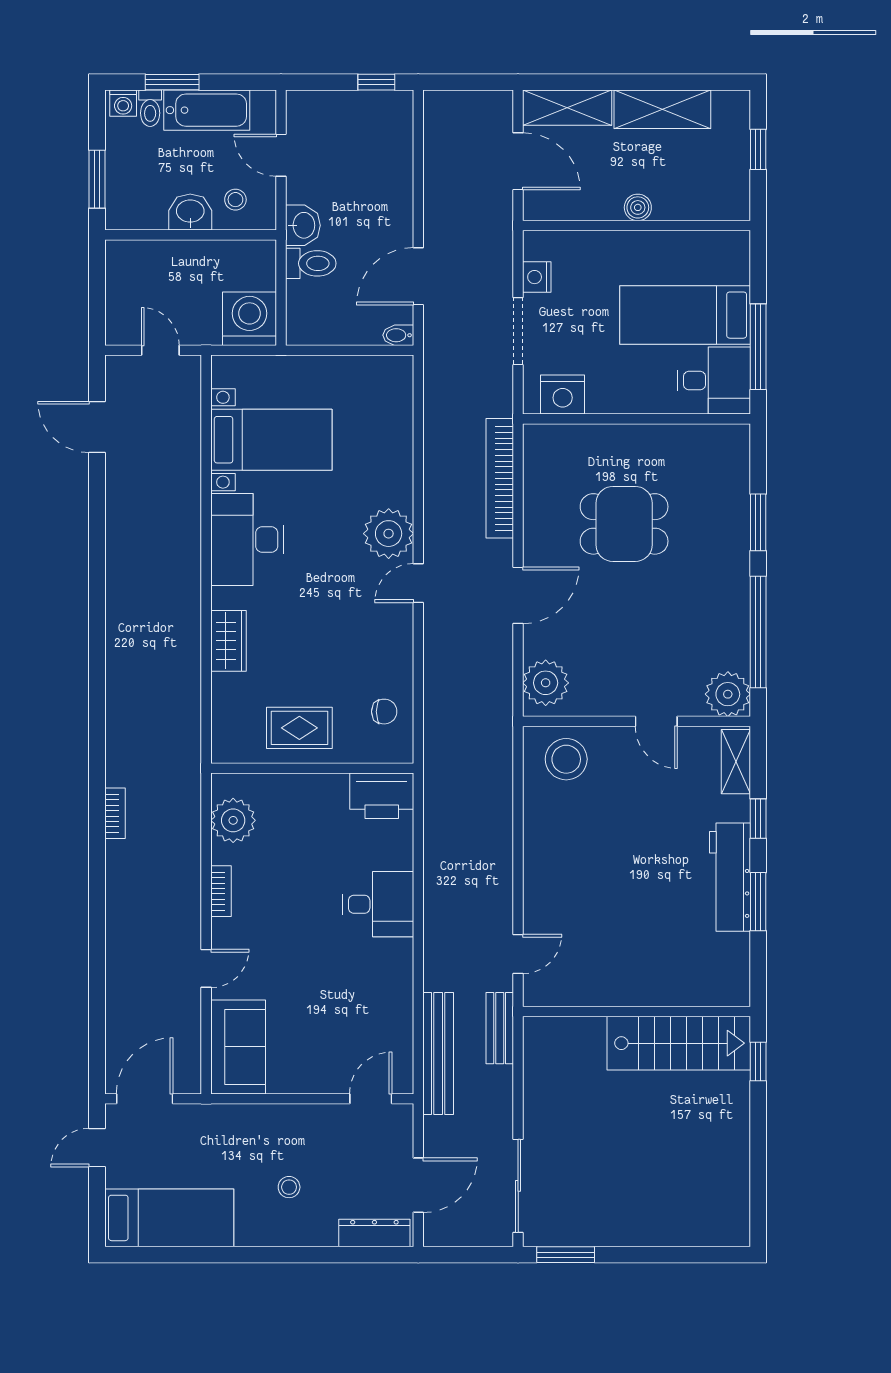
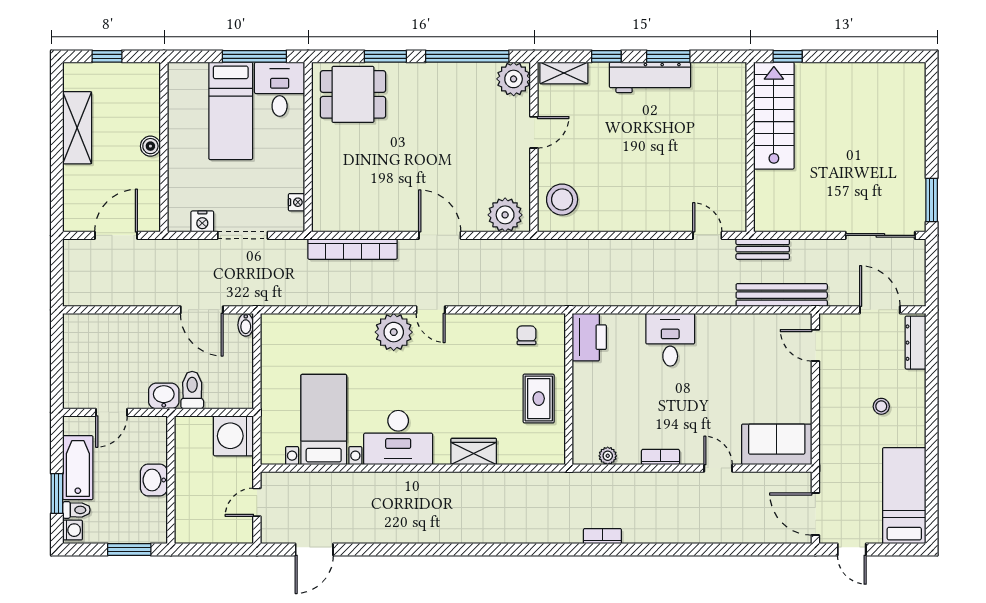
window: (376, 82) -> (57, 341), removed
shelving: (567, 108) -> (76, 199), removed
stool: (235, 200) -> (145, 446), removed
nightstand: (563, 395) -> (297, 202), width x0.53, depth x0.56
dining table: (624, 524) -> (353, 94), moved, turned 90
plant: (233, 820) -> (608, 456), width x0.53, depth x0.53

